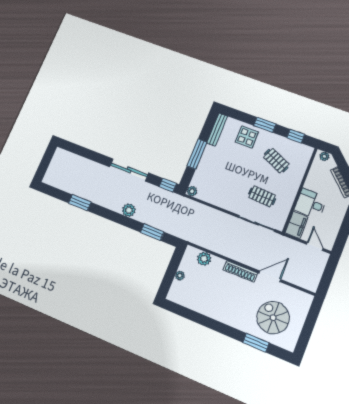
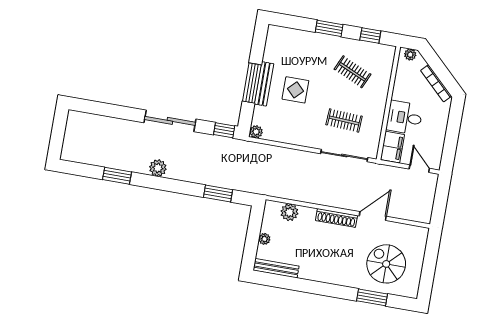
bench: (217, 130) -> (264, 84), moved
display table: (247, 137) -> (295, 90), moved
plant: (129, 210) -> (158, 168), moved
bench: (184, 301) -> (276, 268), added

